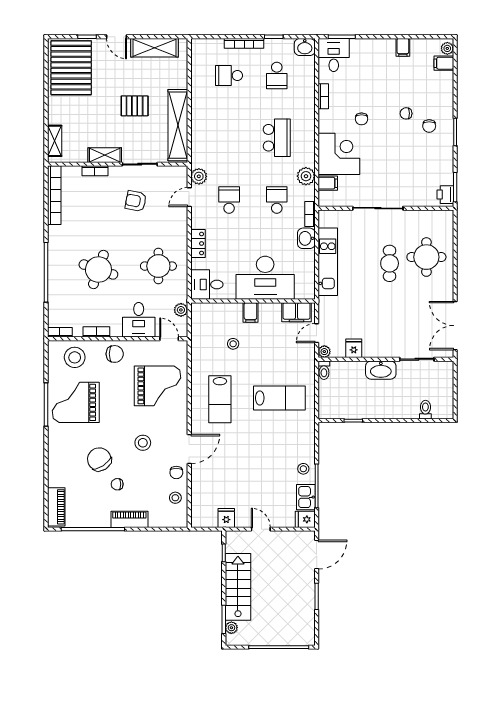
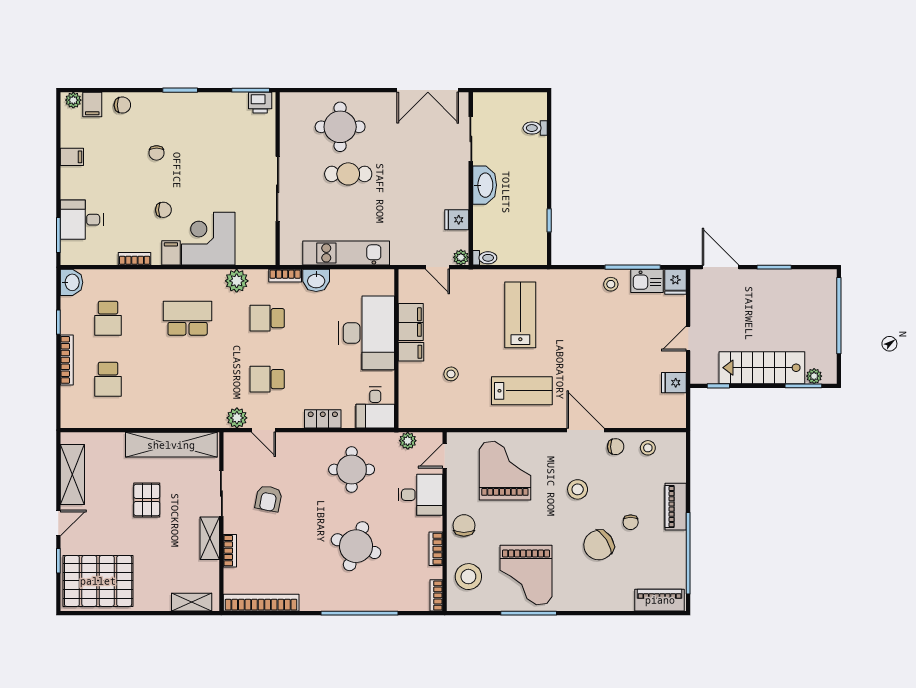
desk: (334, 55) -> (82, 220), moved
school desk: (277, 76) -> (108, 318), turned 90
chair: (429, 126) -> (122, 105), moved
filing cabinet: (328, 183) -> (171, 253), moved
filing cabinet: (297, 312) -> (411, 322), moved

